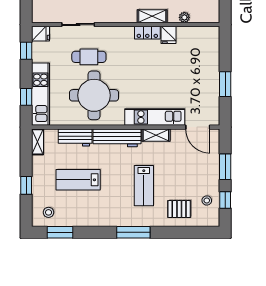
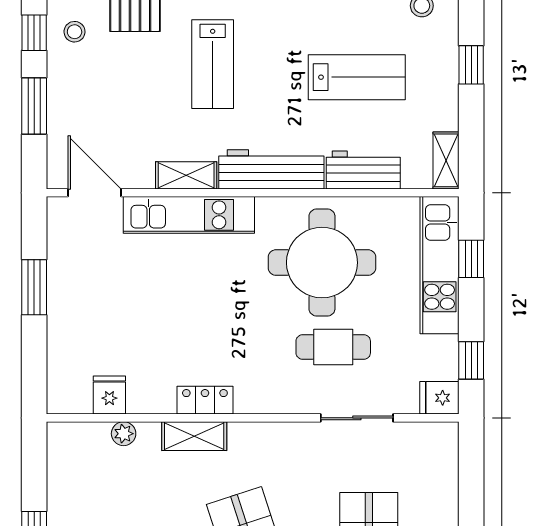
fridge: (168, 35) -> (109, 395), moved
lab bench: (144, 186) -> (213, 64), turned 180

